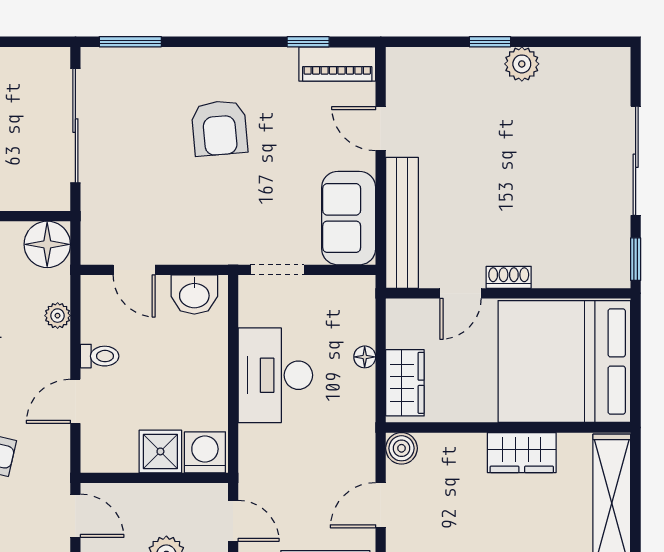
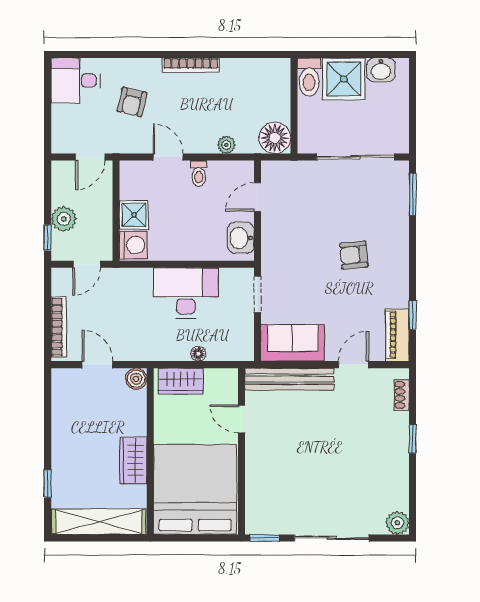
plant: (522, 64) -> (397, 523), moved
armchair: (219, 128) -> (354, 255), width x0.72, depth x0.72
shoe rack: (509, 277) -> (402, 395), moved, turned 180

